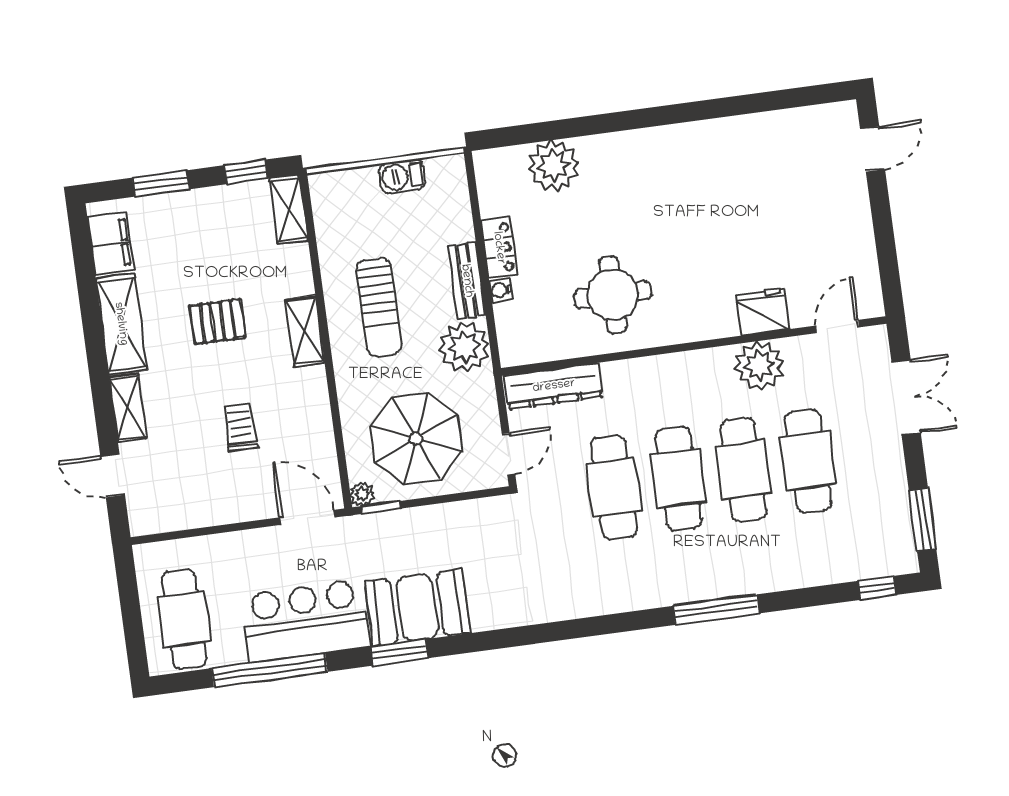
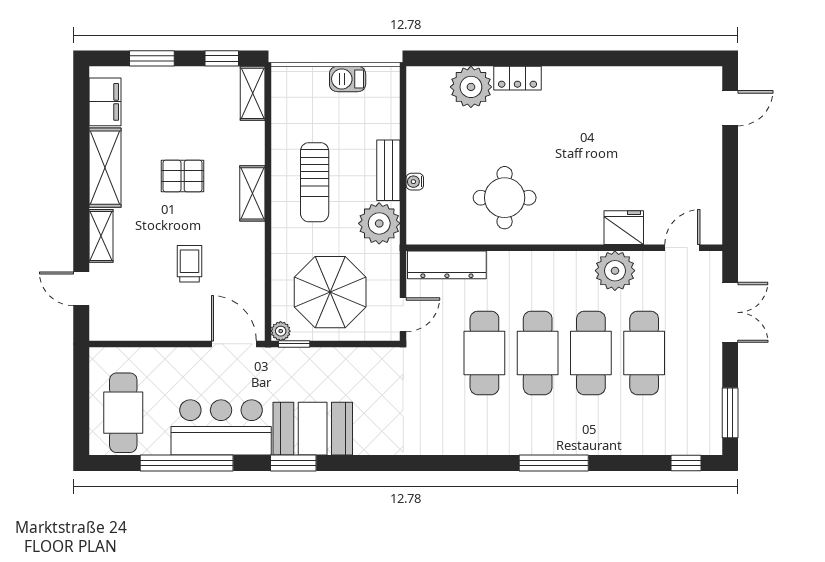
locker: (499, 248) -> (518, 78), moved, turned 90

